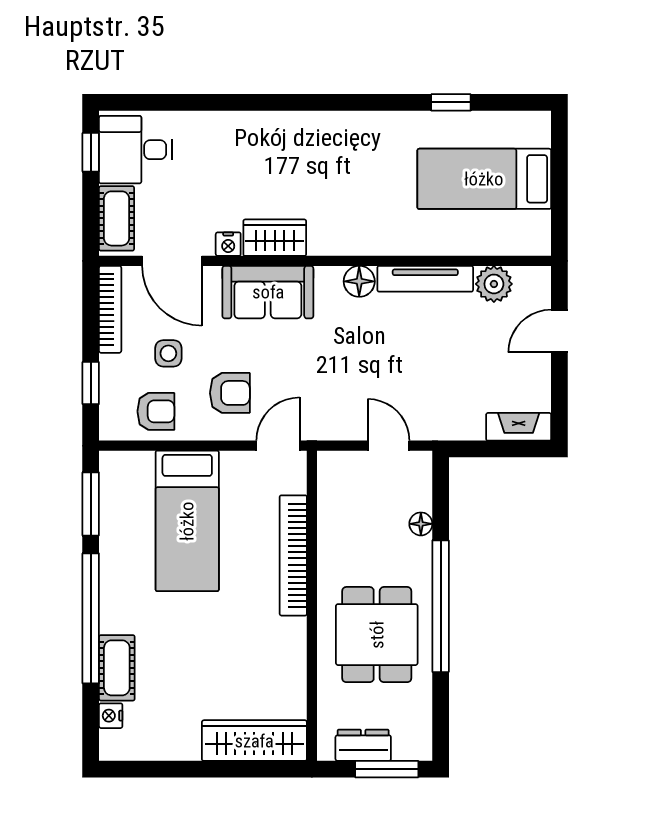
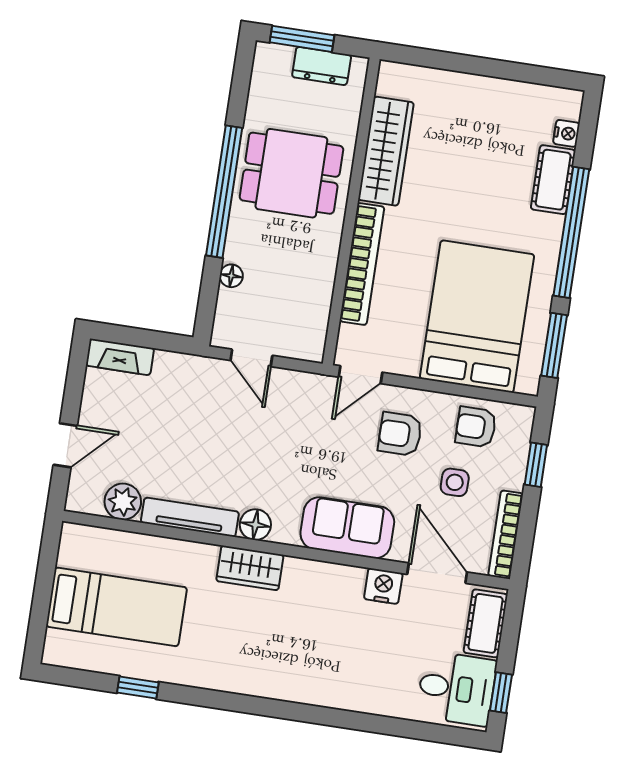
wardrobe: (275, 238) -> (250, 568), moved
nightstand: (228, 244) -> (383, 586), width x1.39, depth x1.35
bed: (187, 521) -> (477, 316), width x1.50
dining table: (377, 635) -> (291, 173), turned 90
wardrobe: (254, 741) -> (386, 151), moved, turned -90

